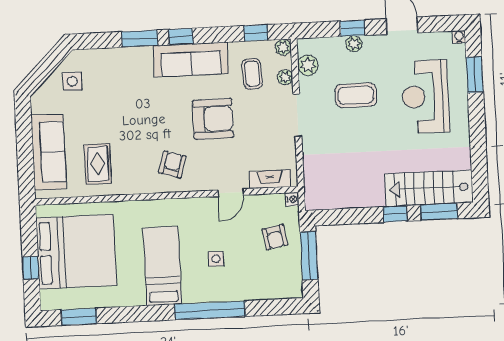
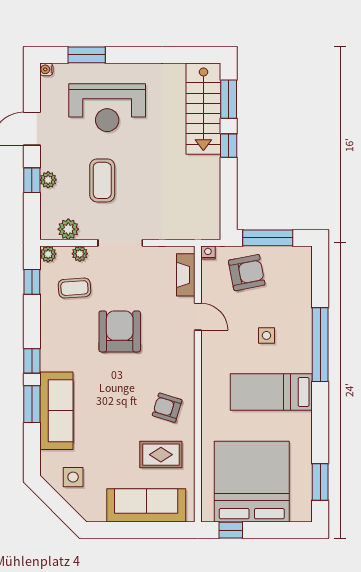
sofa: (191, 59) -> (56, 411), moved
armchair: (172, 165) -> (167, 408), moved
armchair: (275, 237) -> (247, 273), width x1.38, depth x1.38
window: (31, 268) -> (231, 530), moved

